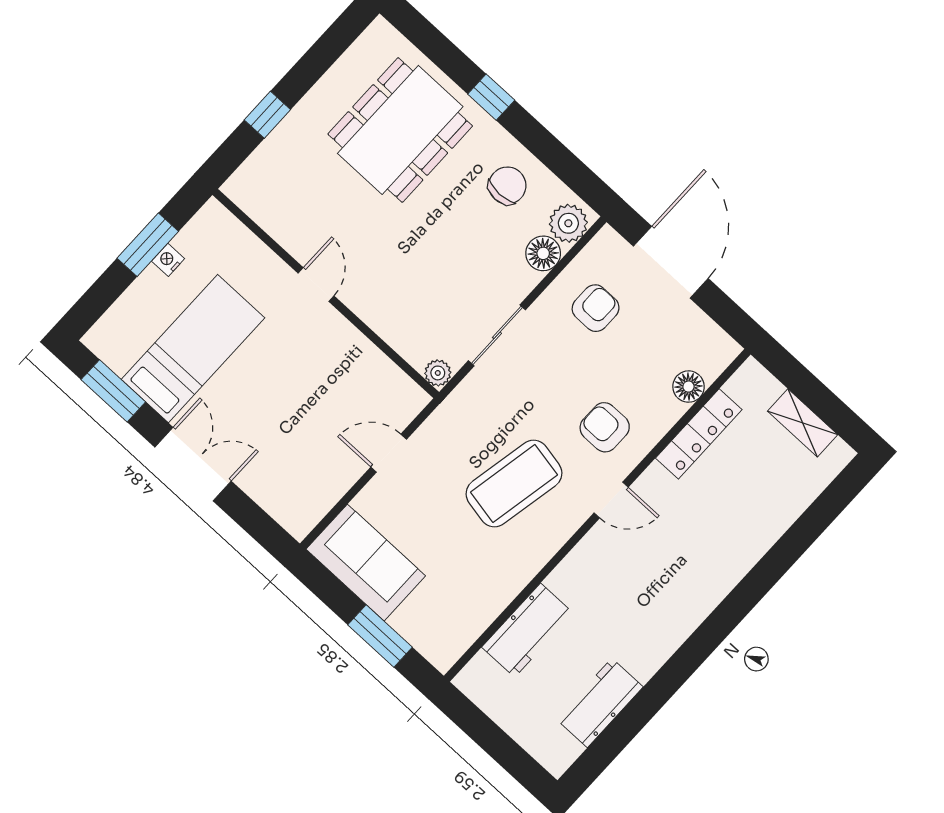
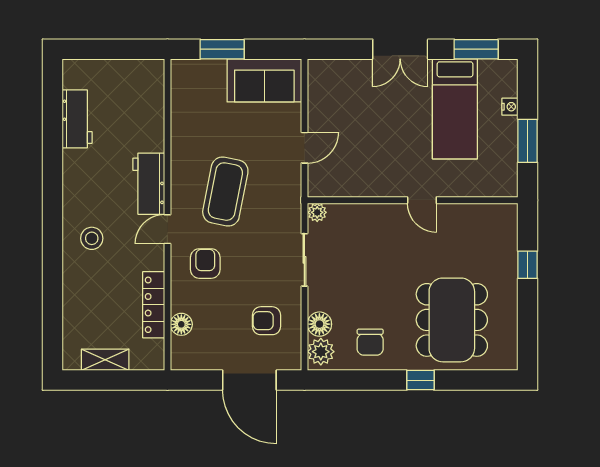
nightstand: (168, 260) -> (510, 107), moved
armchair: (596, 308) -> (266, 321), turned 90
armchair: (605, 427) -> (205, 264), turned -90
stool: (699, 563) -> (92, 238), added
workbench: (528, 630) -> (149, 184), moved

